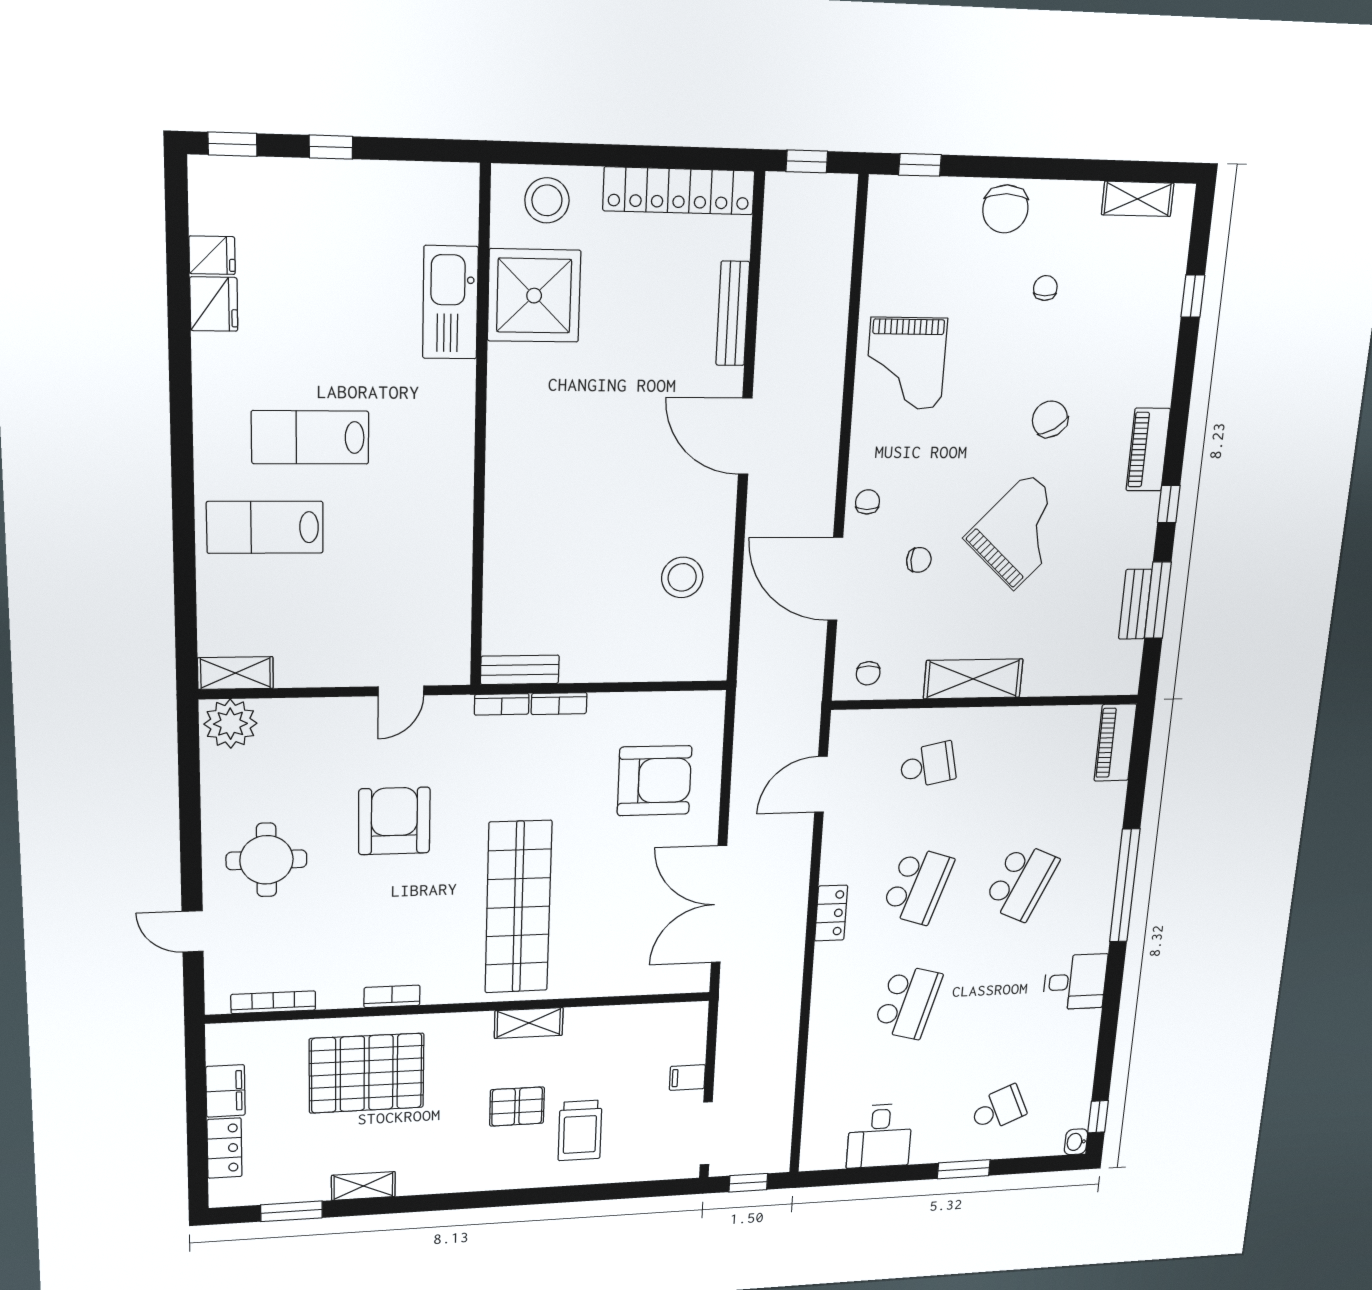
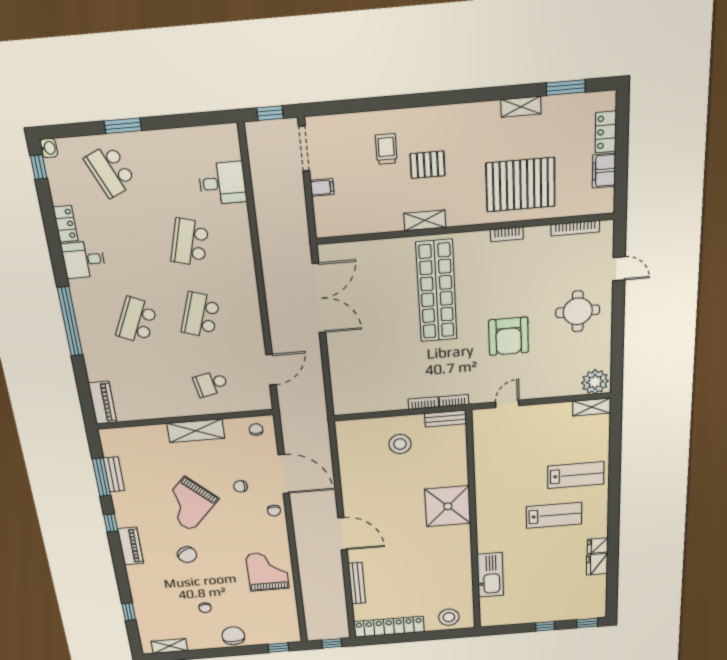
fridge: (212, 255) -> (598, 546), moved
shower: (534, 296) -> (448, 506), moved
stool: (682, 577) -> (400, 444), moved
armchair: (654, 781) -> (366, 366), removed
locker: (831, 913) -> (65, 224), moved, turned 180
school desk: (998, 1109) -> (110, 171), width x1.85
trolley: (580, 1130) -> (386, 149), width x0.73, depth x0.72
desk: (880, 1136) -> (223, 183), moved, turned 90

